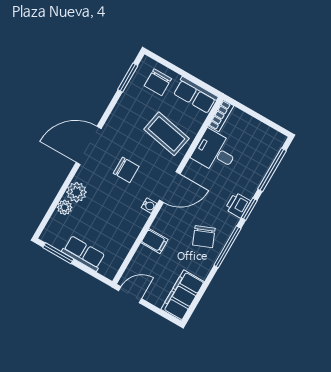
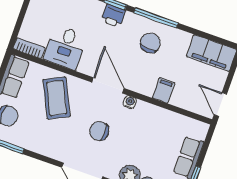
coffee table: (167, 134) -> (57, 98), turned -37
chair: (126, 170) -> (99, 131), turned -90
chair: (204, 237) -> (150, 43), turned -68

